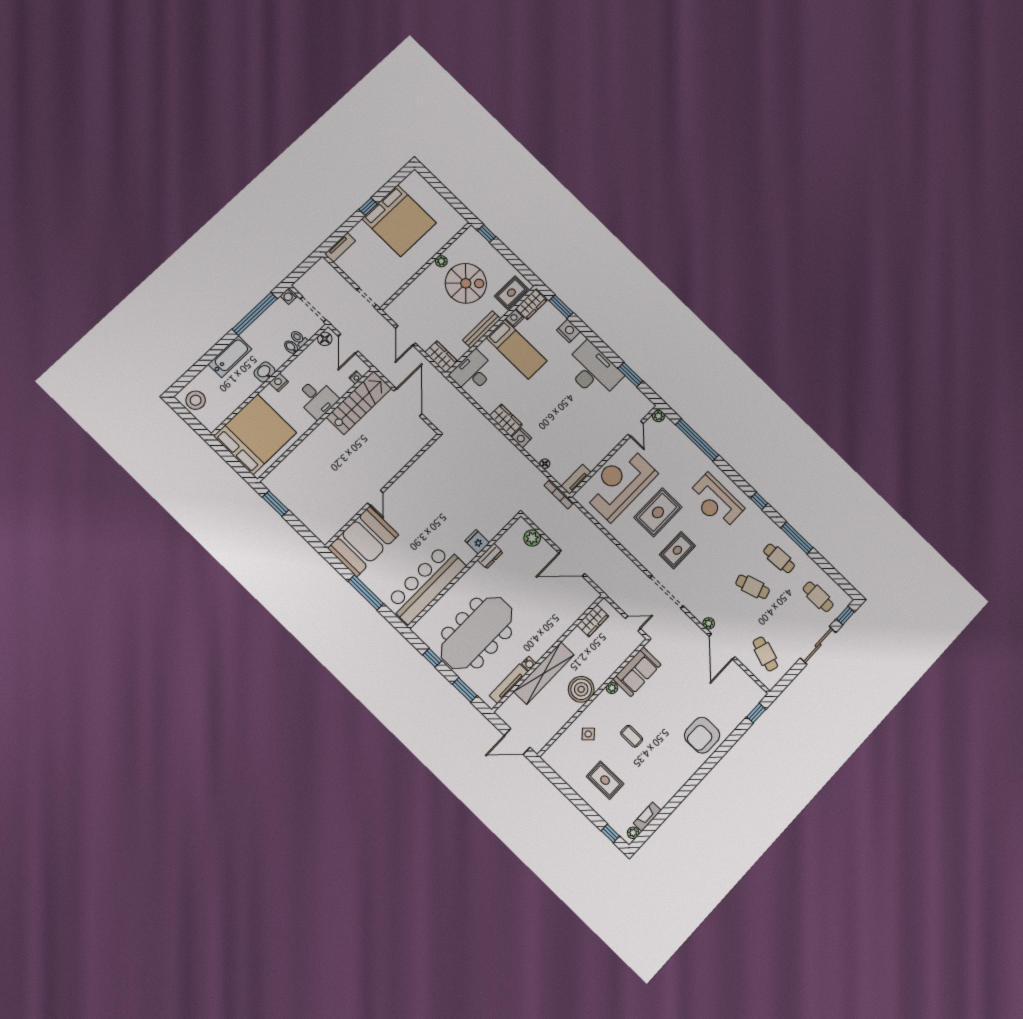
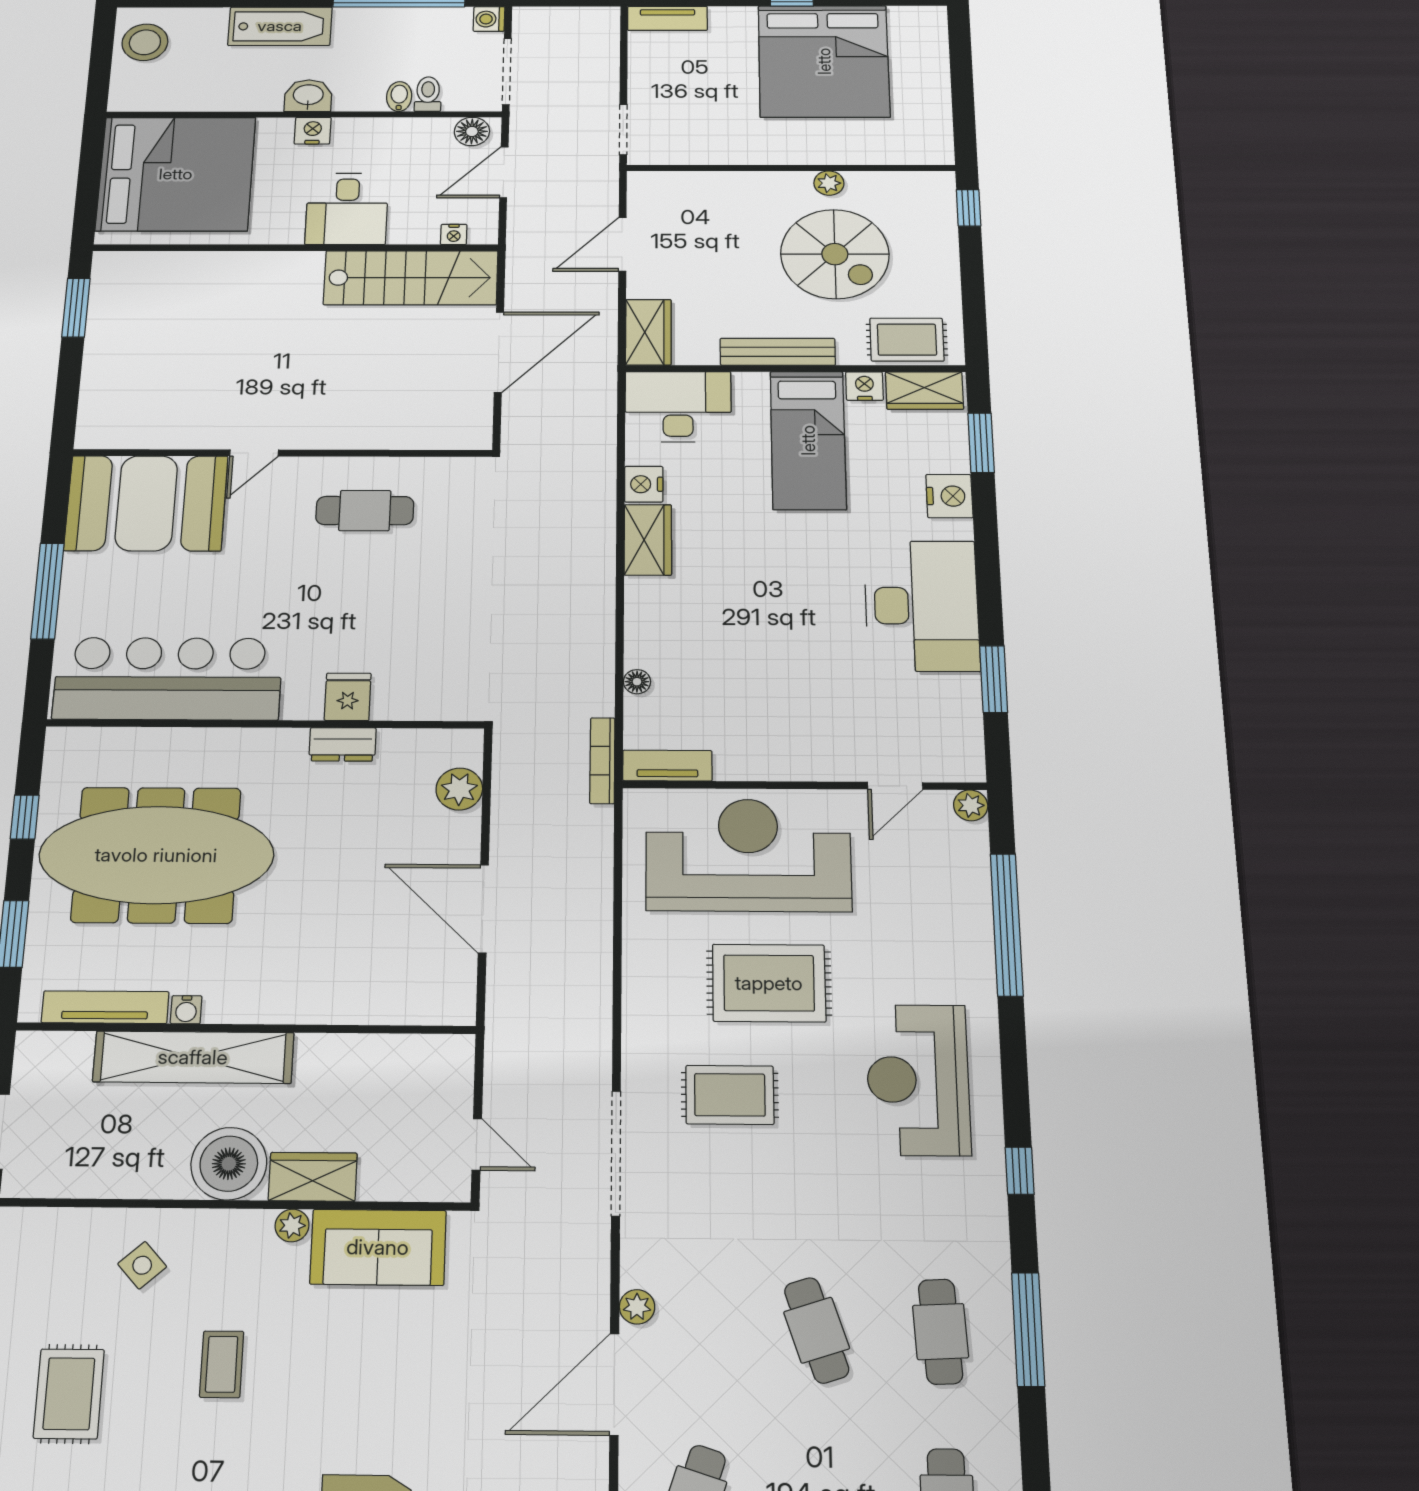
nightstand: (522, 438) -> (644, 484), moved
cafe table: (424, 485) -> (365, 511), added
wardrobe: (593, 621) -> (313, 1177), moved, turned 180

